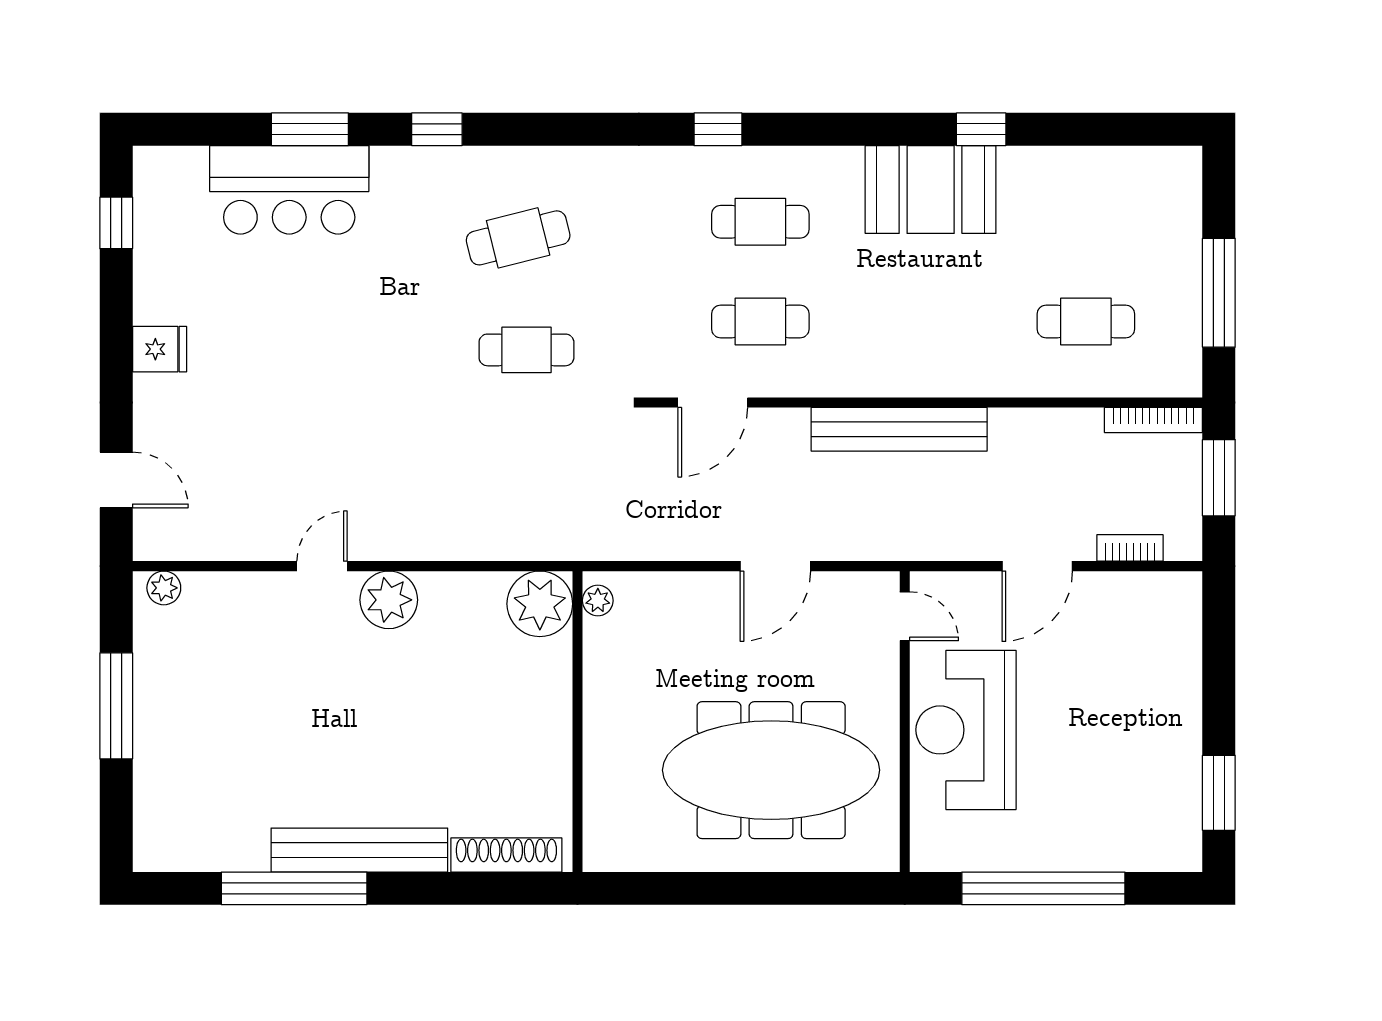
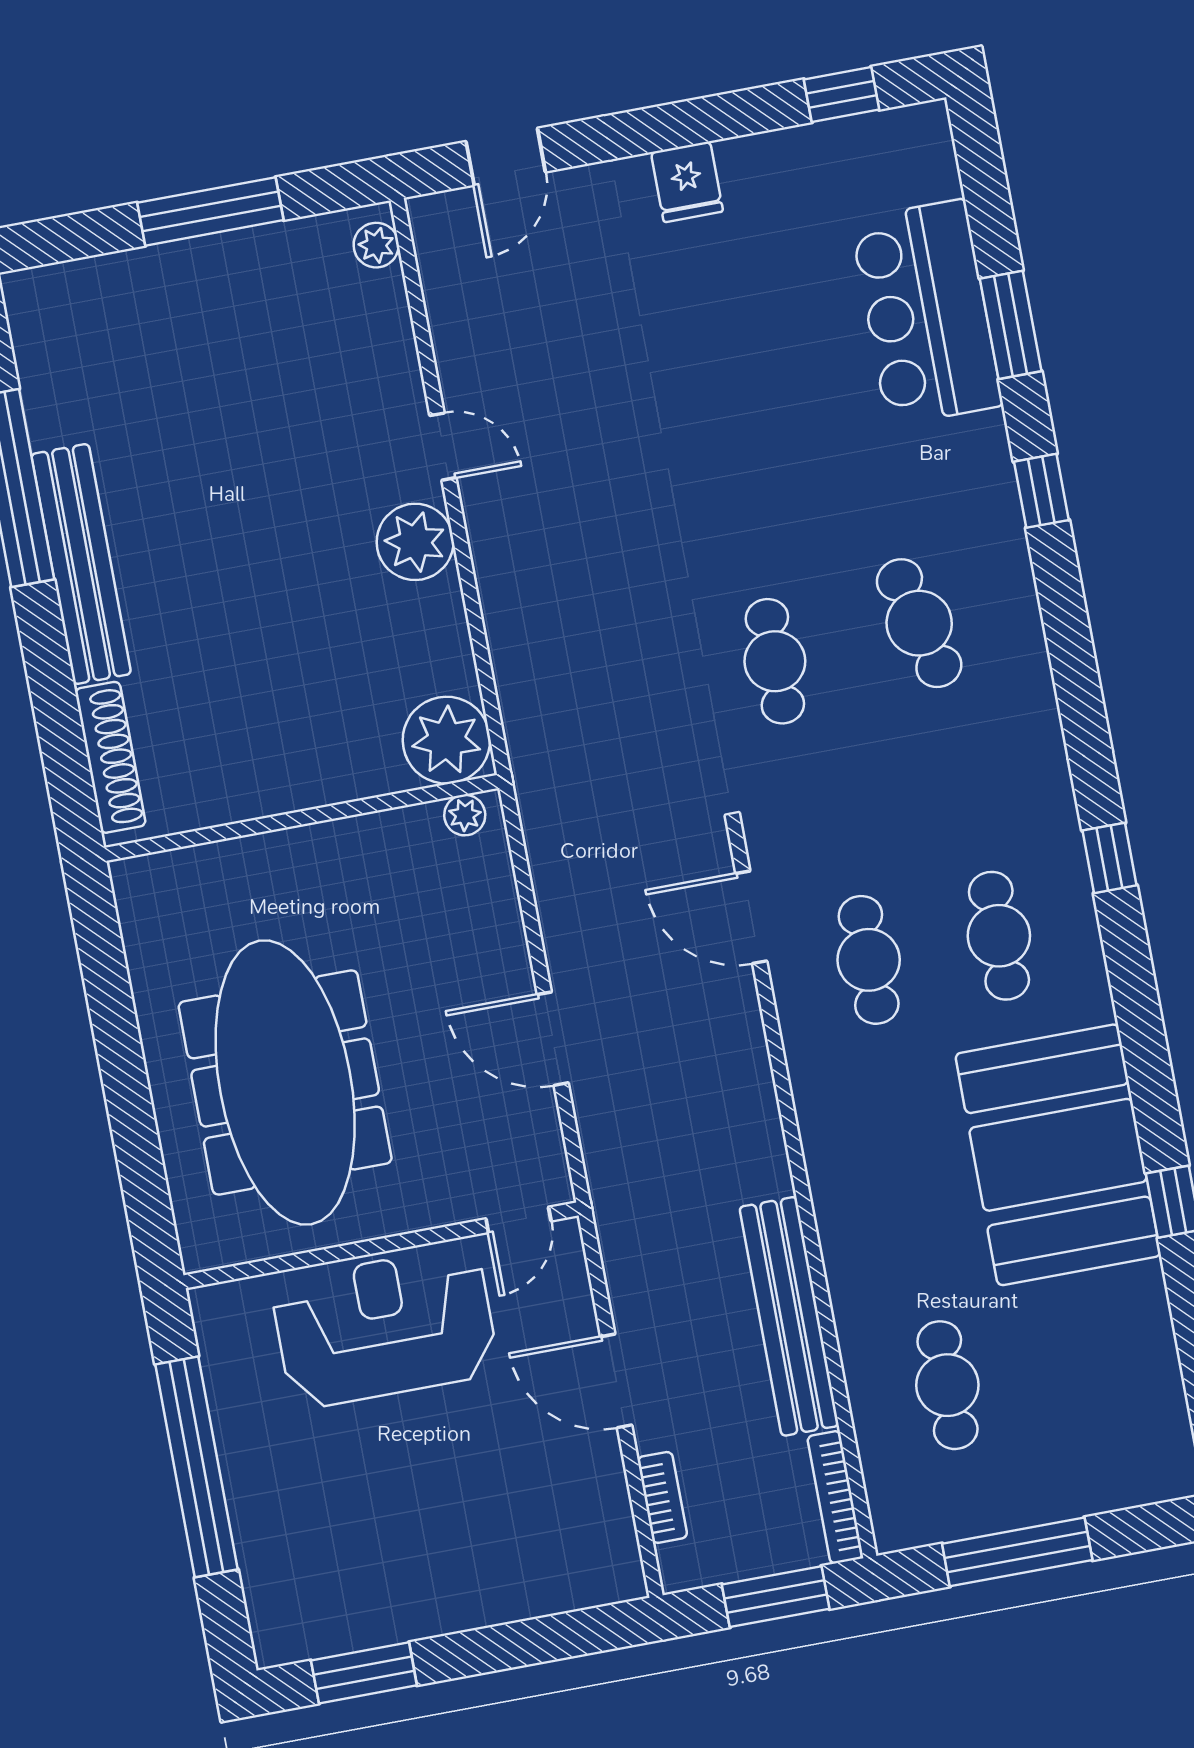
booth: (931, 190) -> (1058, 1155), width x1.36, depth x1.42
bench: (899, 429) -> (789, 1316), moved

